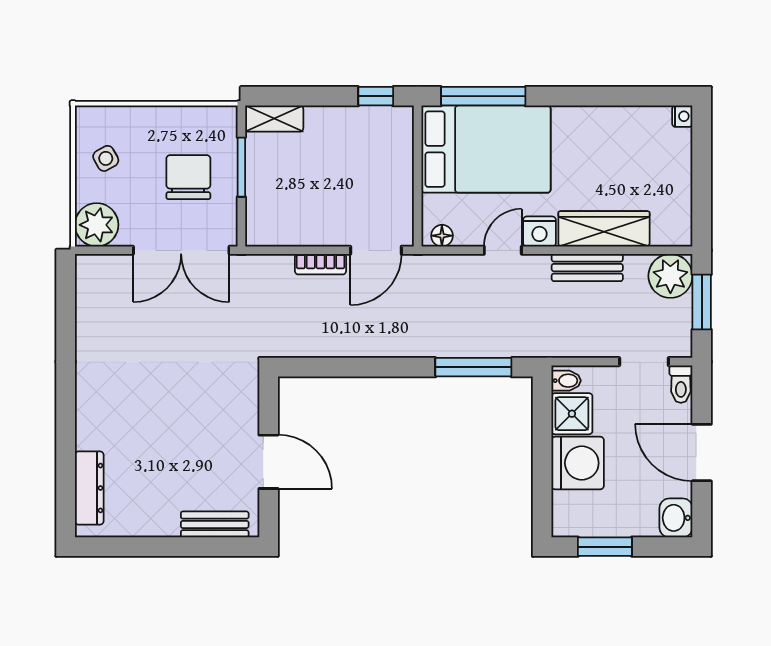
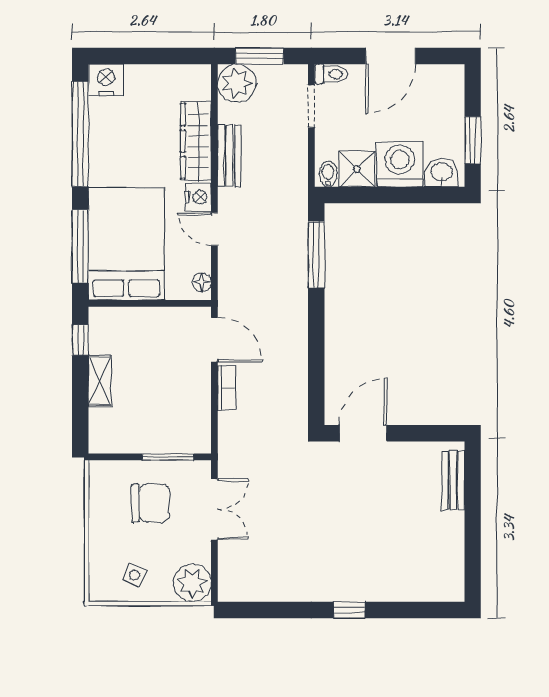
window: (612, 96) -> (80, 134), added
nightstand: (682, 116) -> (106, 80), width x1.89, depth x1.79
shelving: (274, 119) -> (100, 381), moved
side table: (106, 158) -> (134, 575), turned -37
window: (241, 167) -> (168, 457), moved
chair: (188, 177) -> (151, 503), turned 180
double door: (181, 250) -> (214, 509), width x0.73
window: (66, 405) -> (349, 610), added
door: (269, 462) -> (363, 433), moved
dresser: (89, 488) -> (422, 589), removed
washbasin: (676, 518) -> (442, 173), moved, turned 180

